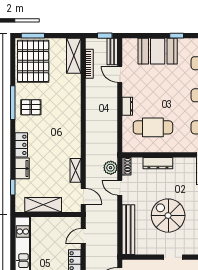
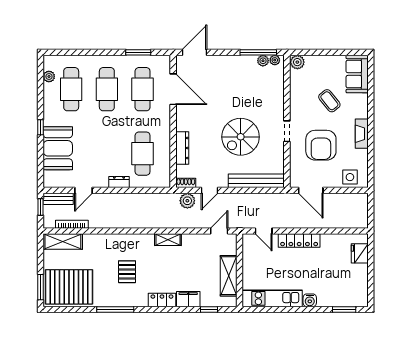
pallet: (31, 107) -> (127, 272), moved
shelving: (75, 170) -> (168, 240), moved

